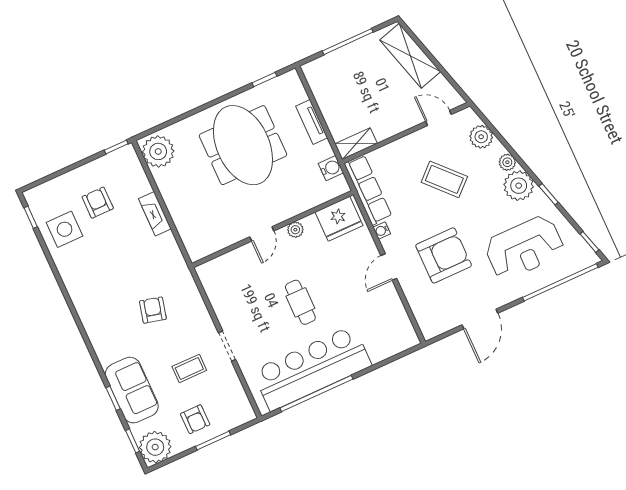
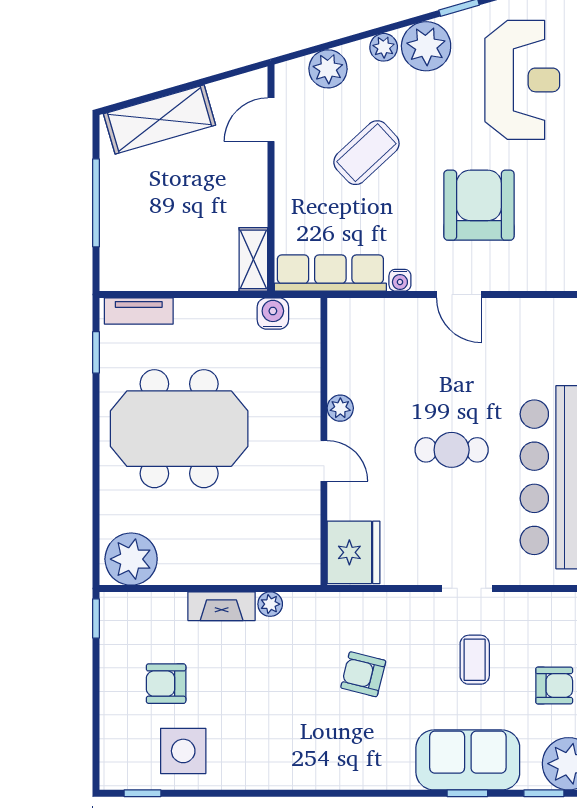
tv unit: (312, 122) -> (139, 311), moved
fridge: (339, 219) -> (354, 552), moved
plant: (168, 240) -> (270, 604), added

